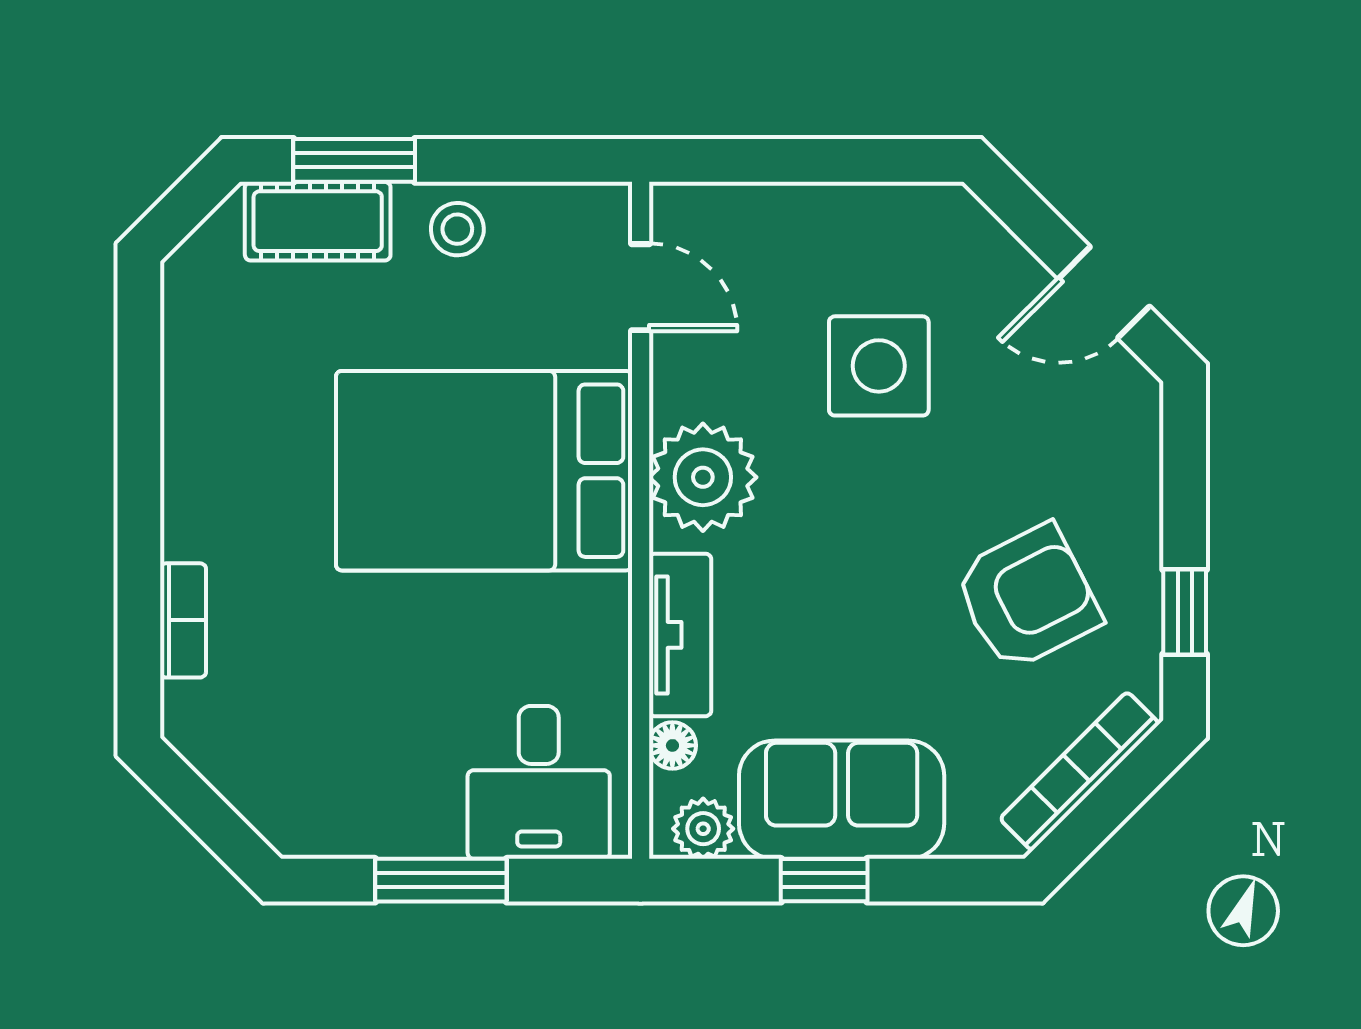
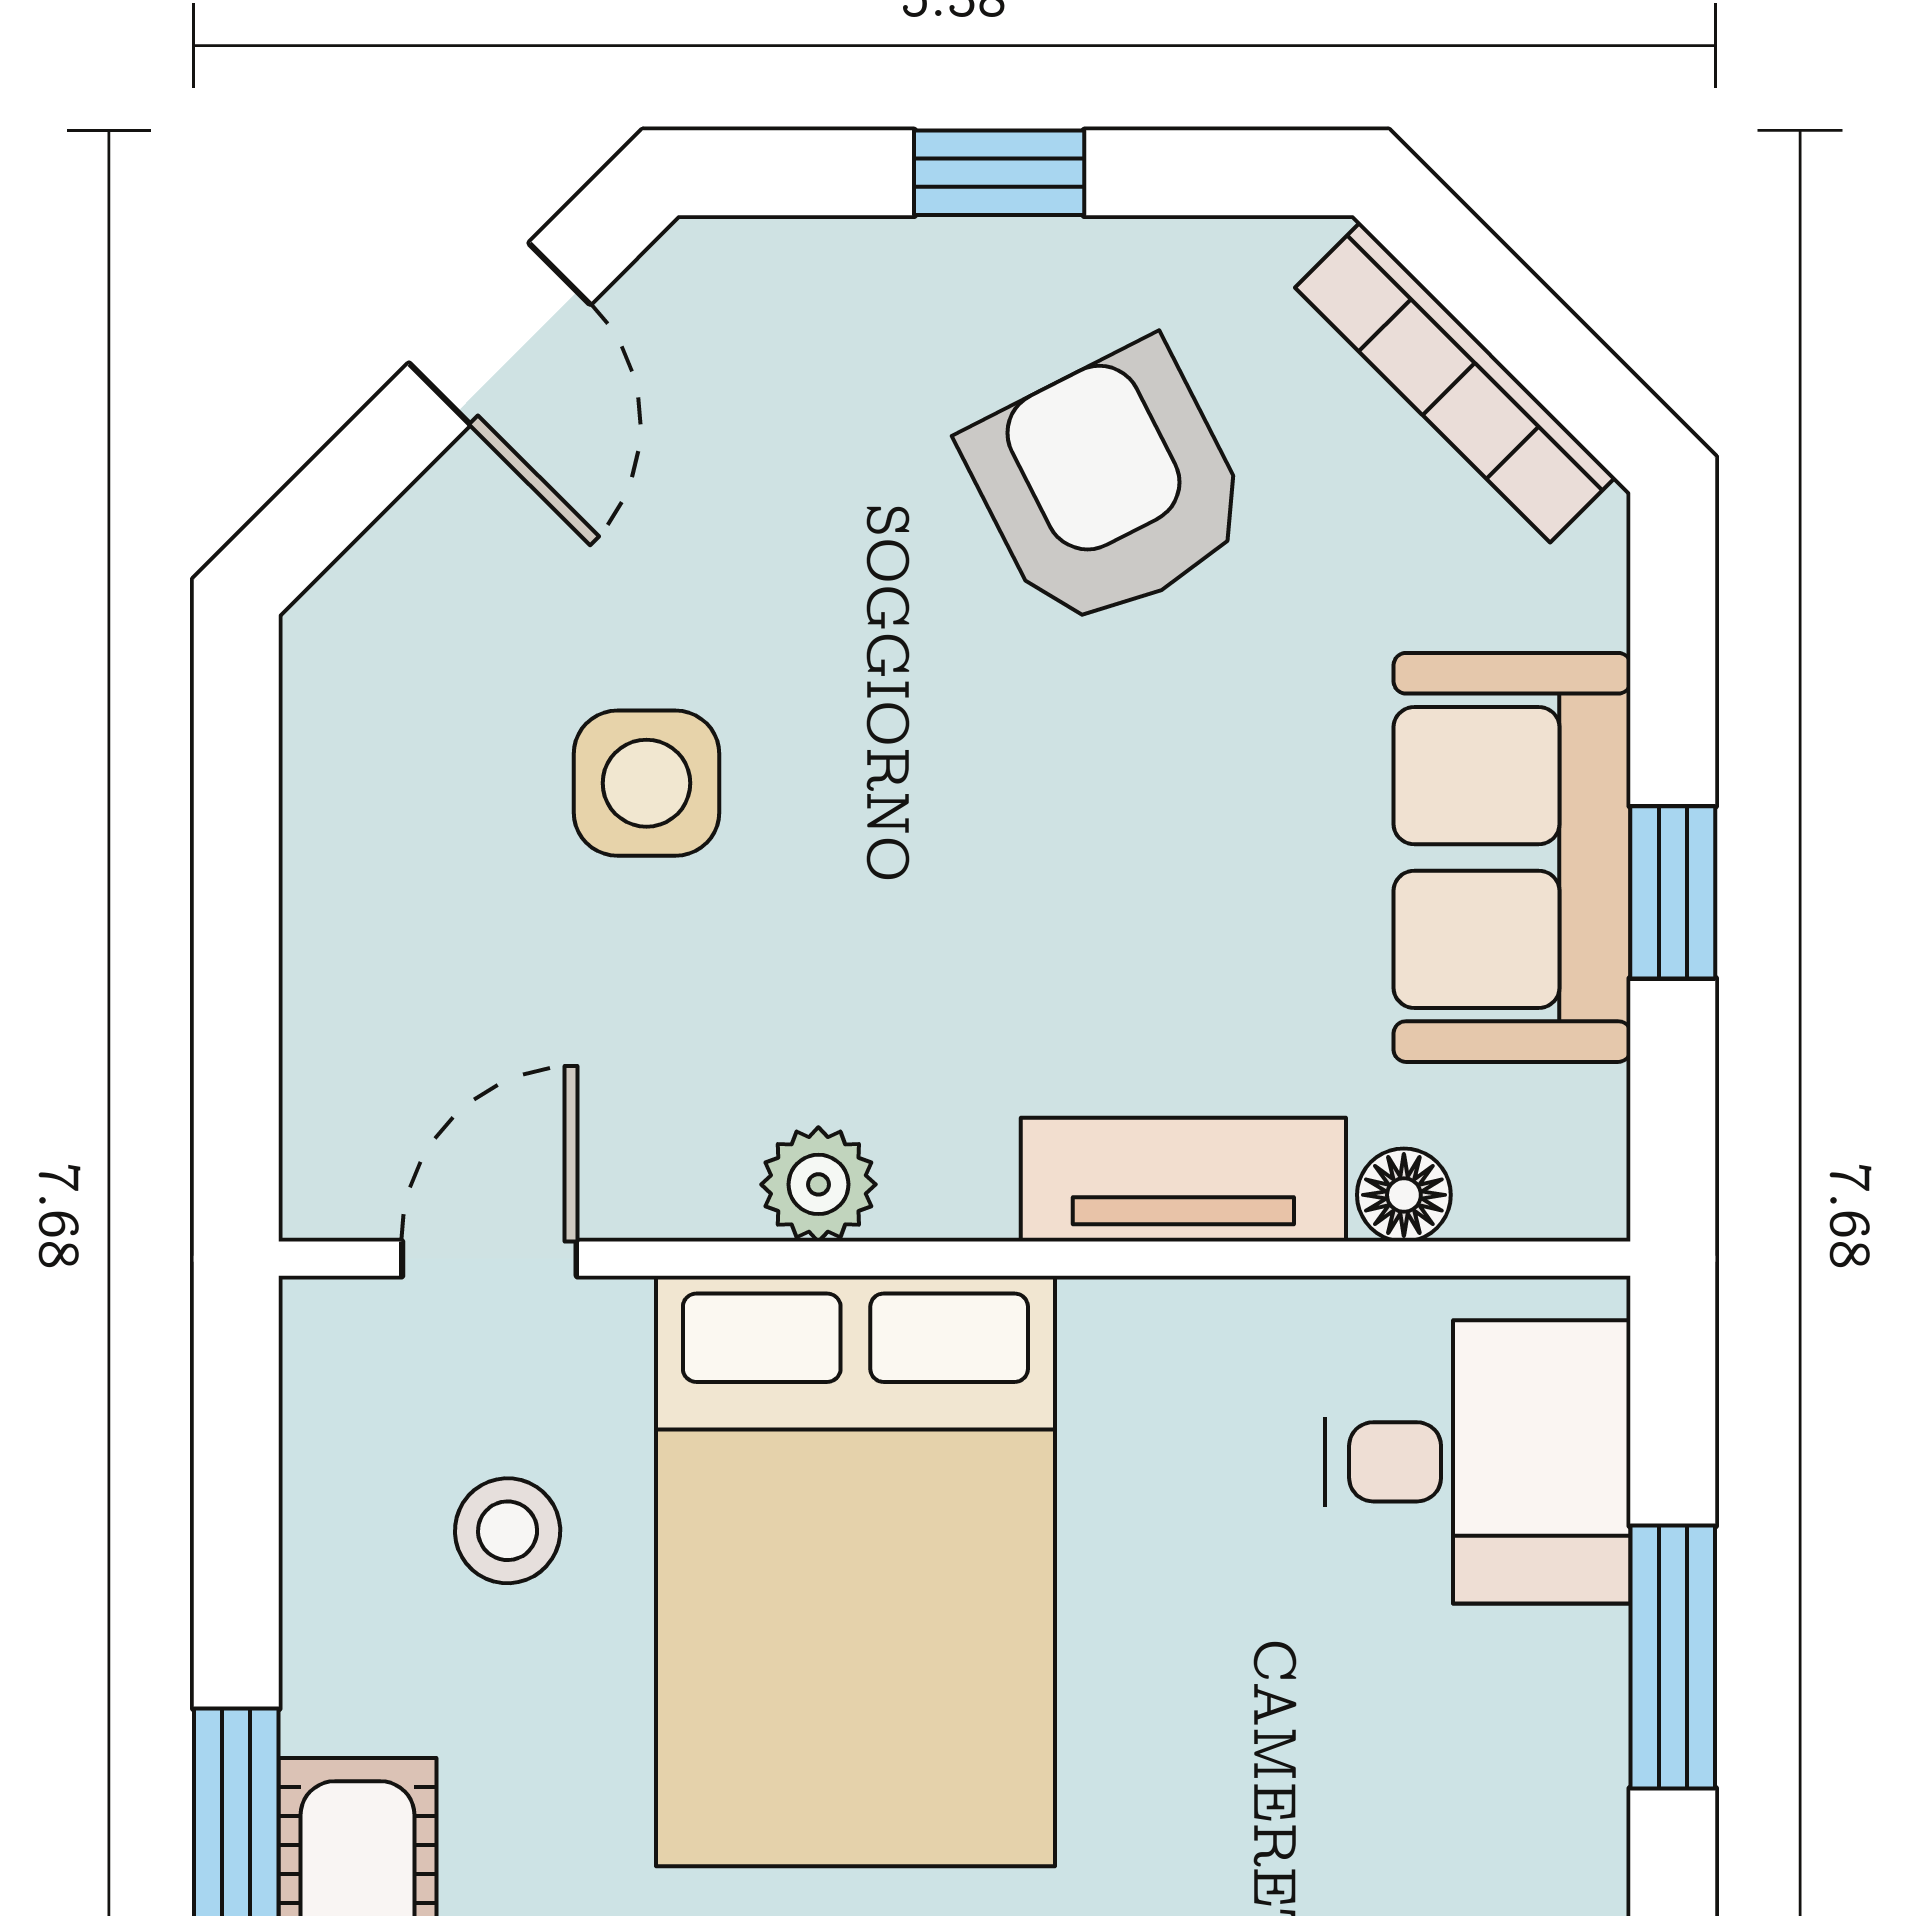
stool: (457, 229) -> (508, 1531), moved
side table: (879, 366) -> (646, 783), width x0.73, depth x0.73
plant: (703, 477) -> (818, 1184), width x0.53, depth x0.53
window: (1185, 612) -> (999, 173), moved
plant: (703, 829) -> (1570, 1134), removed

